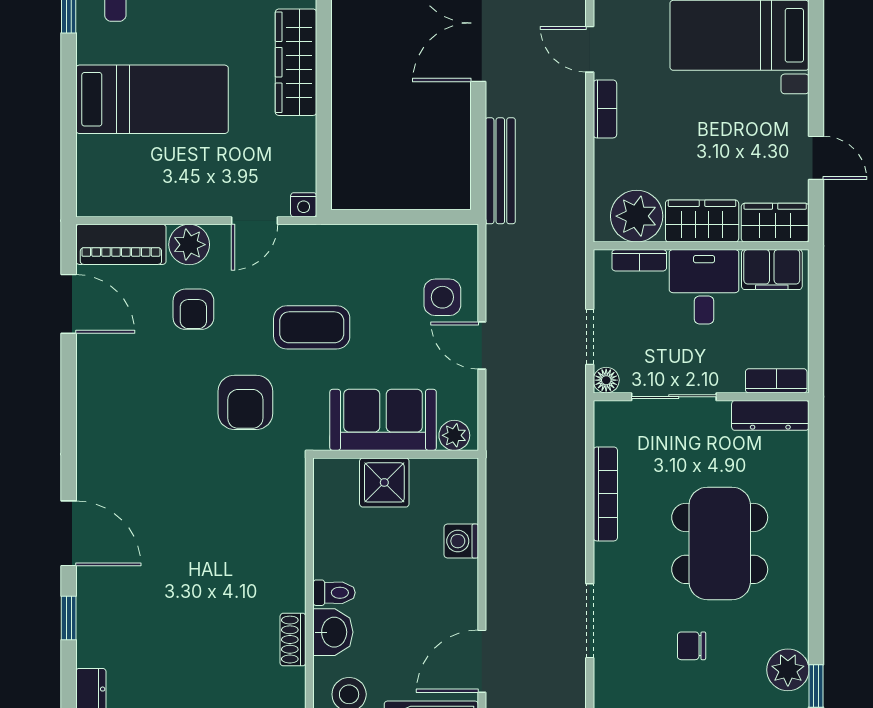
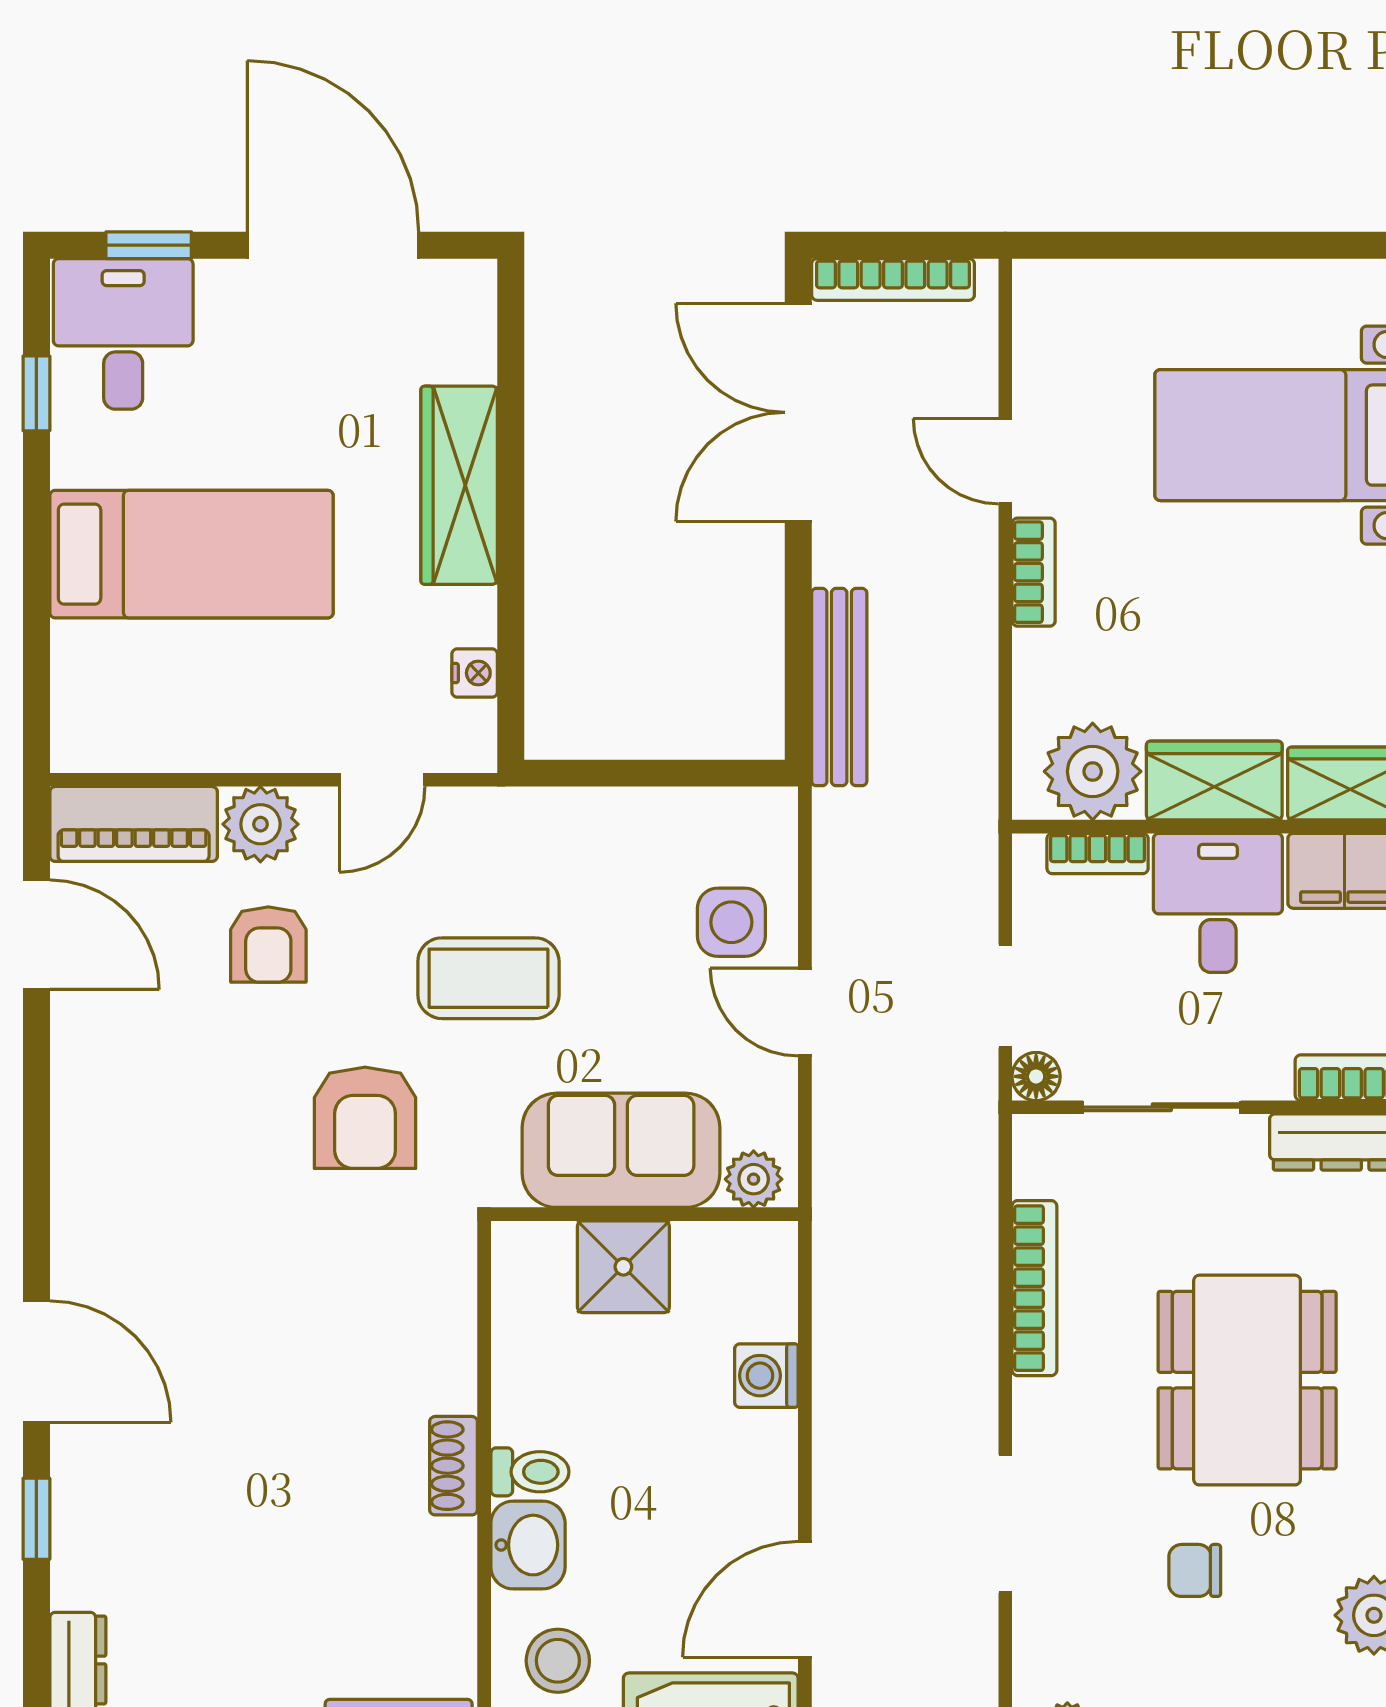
nightstand: (304, 205) -> (475, 673), moved, turned -90
shoe rack: (293, 640) -> (454, 1466), moved

